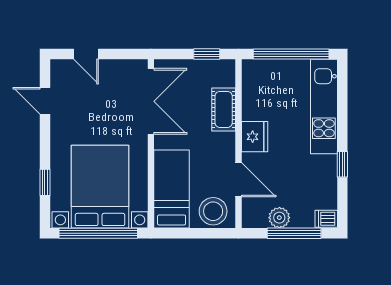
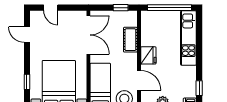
window: (342, 164) -> (199, 88), moved

